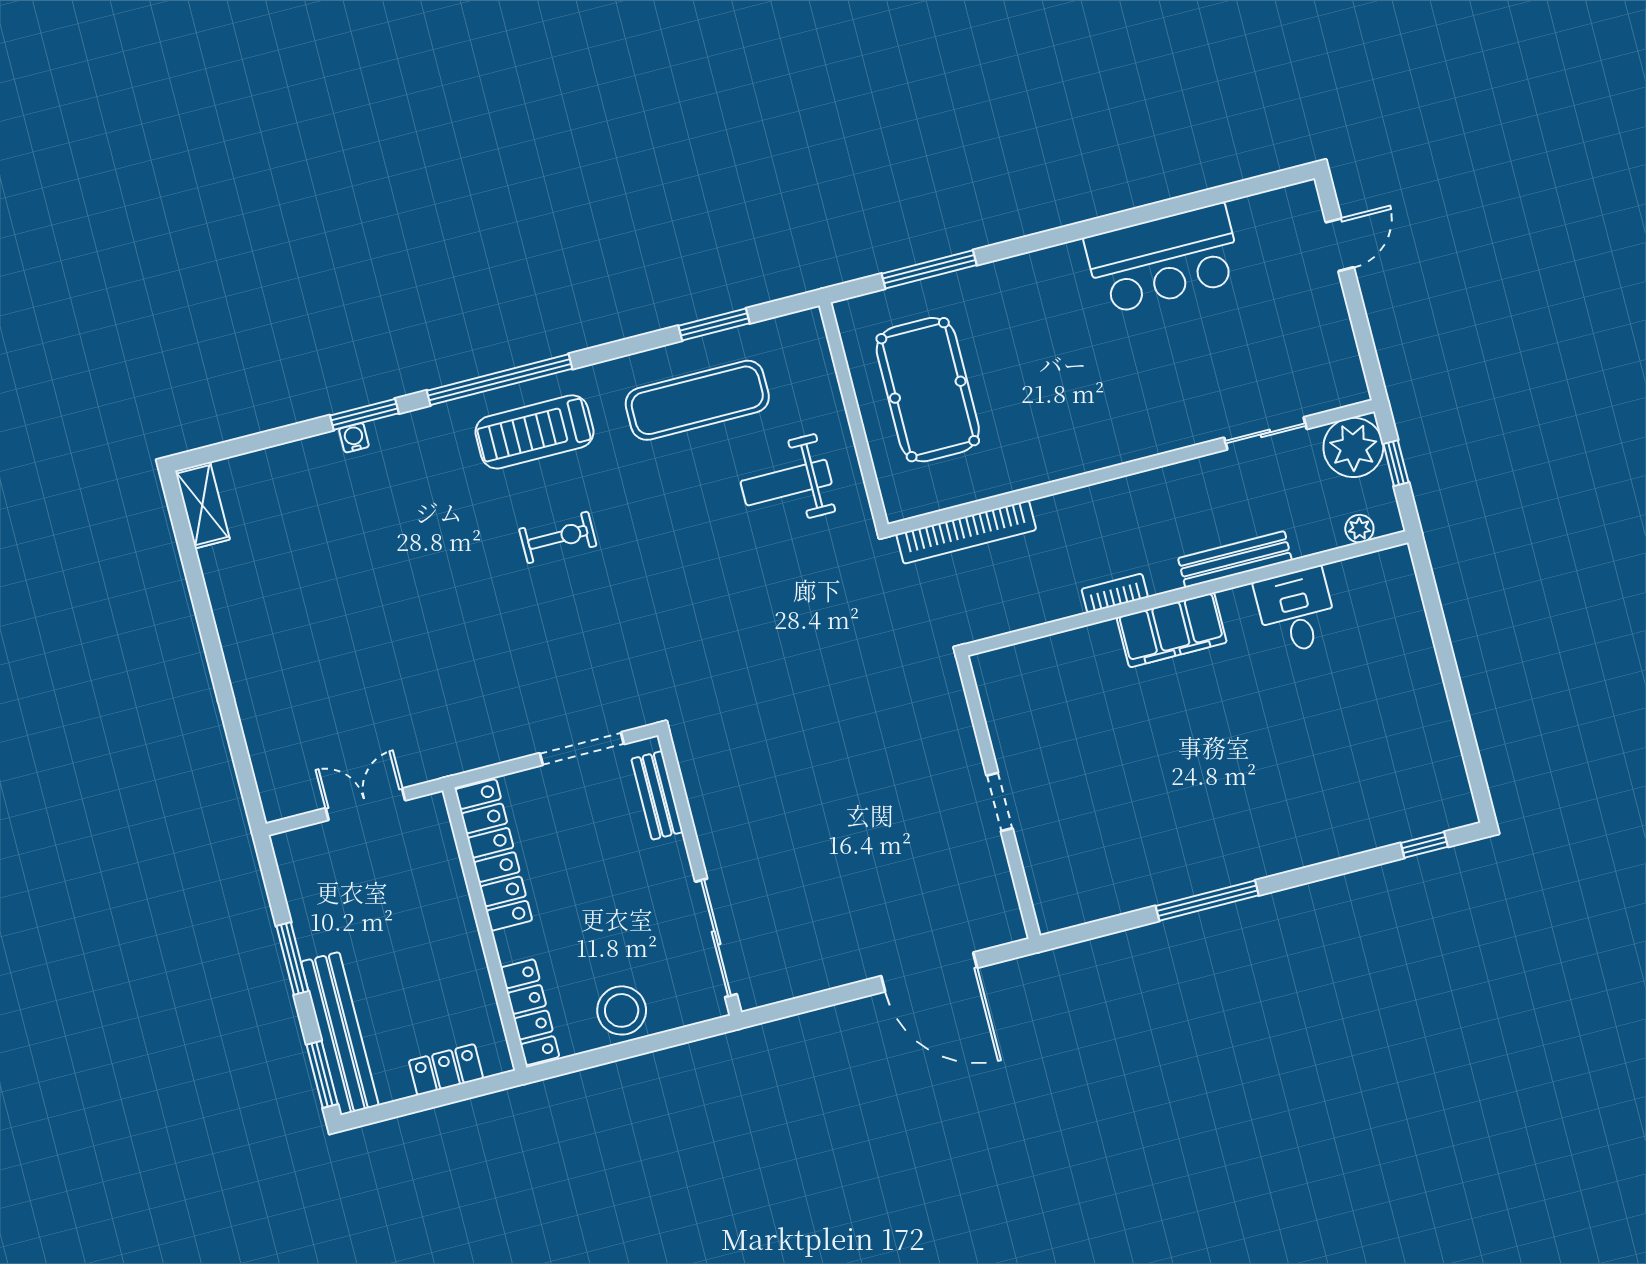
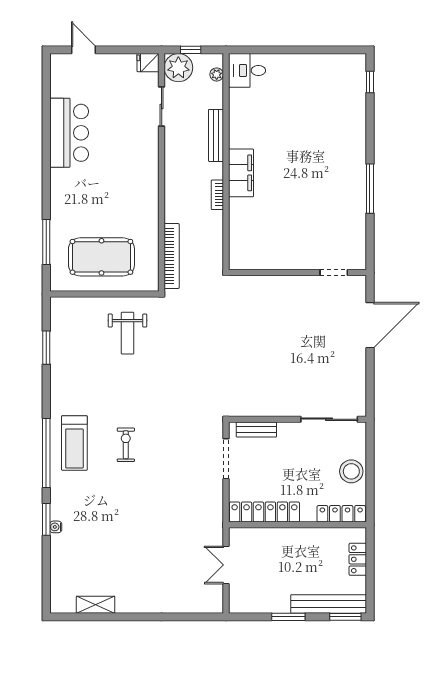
fridge: (1348, 383) -> (148, 63), added
exercise mat: (697, 400) -> (79, 364), removed
shelving: (202, 505) -> (96, 605), moved
desk: (1296, 611) -> (247, 70), moved
doorway: (1000, 802) -> (334, 273), moved

